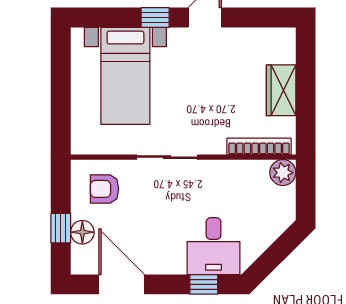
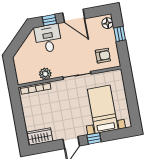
wardrobe: (281, 90) -> (40, 137), moved, turned -90
plant: (283, 173) -> (45, 74), moved
floor lamp: (82, 232) -> (107, 23), moved
door: (122, 284) -> (74, 16), moved

